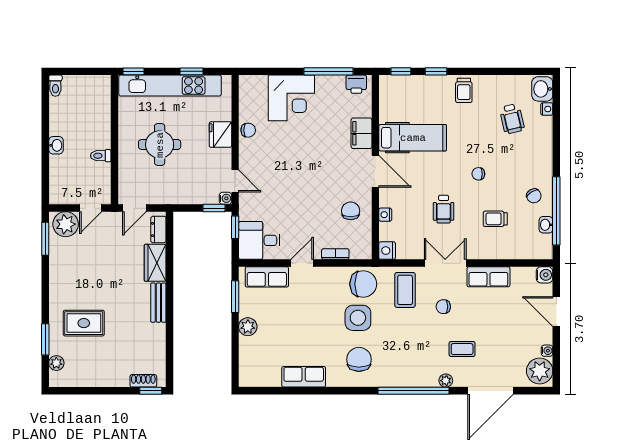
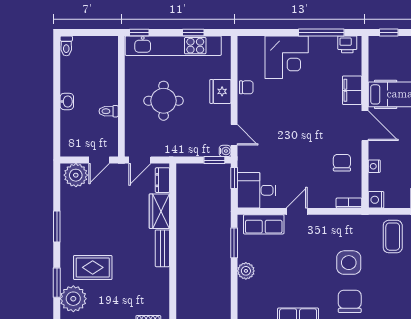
window: (45, 239) -> (57, 227), moved
bookcase: (335, 254) -> (349, 203), moved
chair: (363, 284) -> (354, 231), removed
plant: (56, 363) -> (73, 299), width x1.88, depth x1.88

